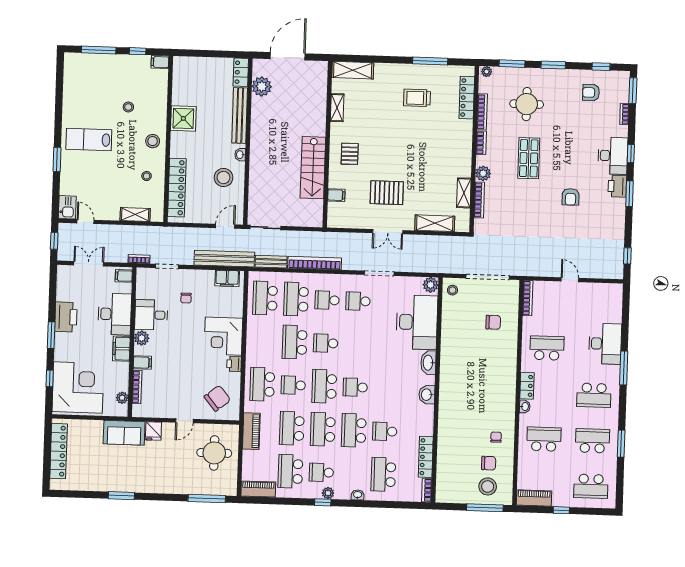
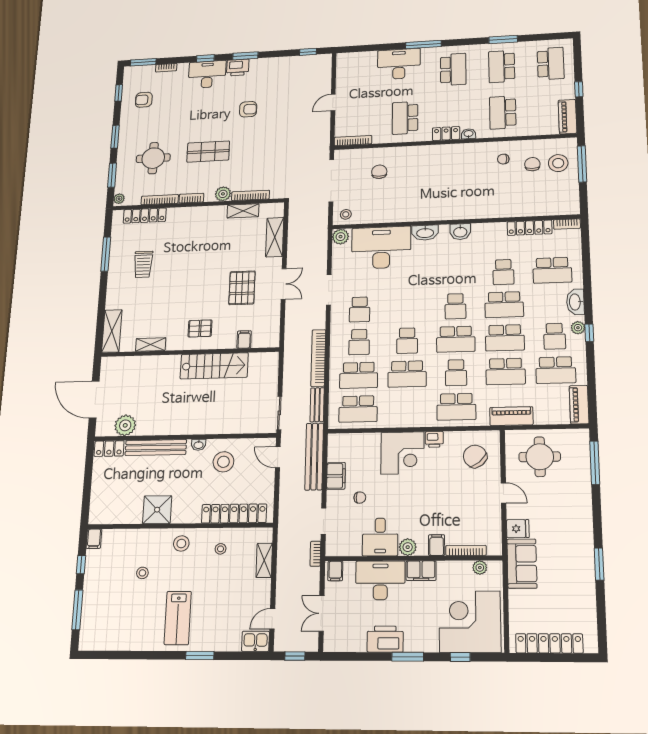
armchair: (591, 93) -> (144, 100), turned 90
filing cabinet: (227, 278) -> (336, 476), moved
washbasin: (358, 495) -> (575, 302), width x1.91, depth x1.45

